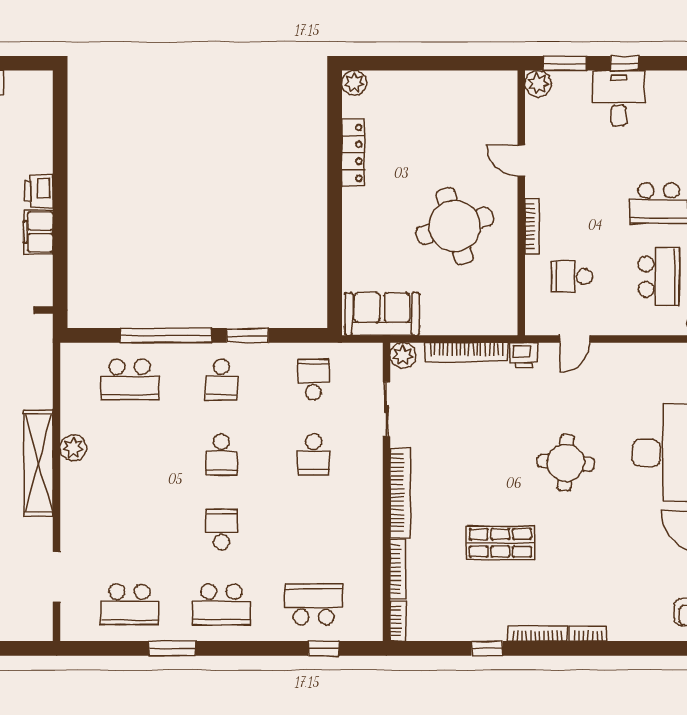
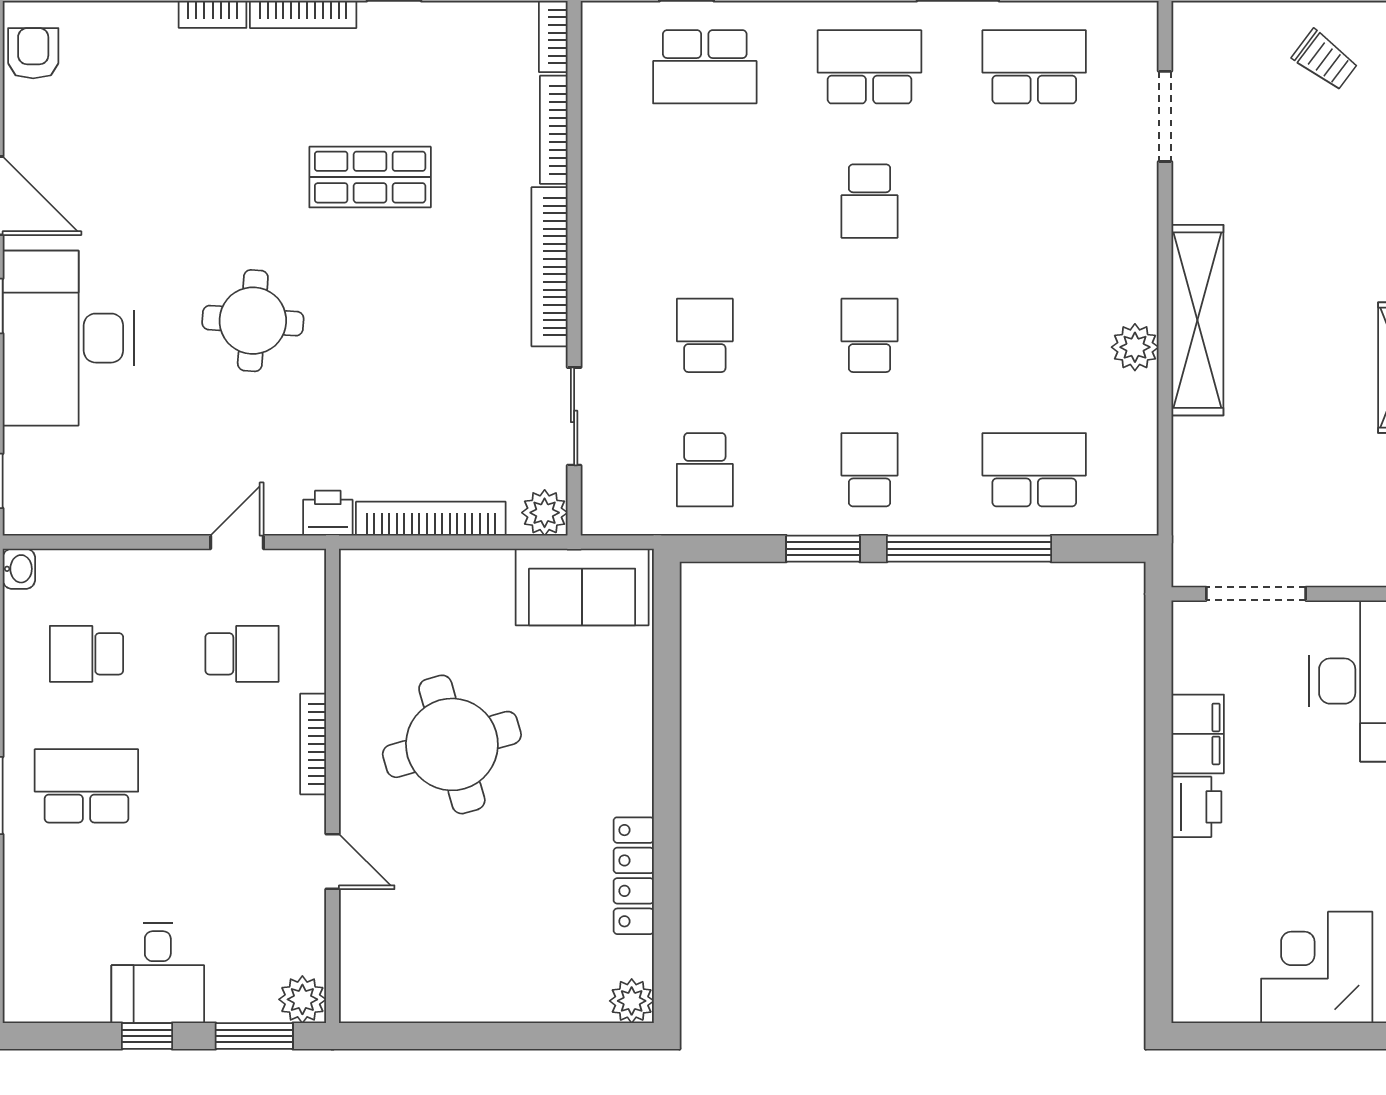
school desk: (659, 277) -> (86, 654), width x0.54

